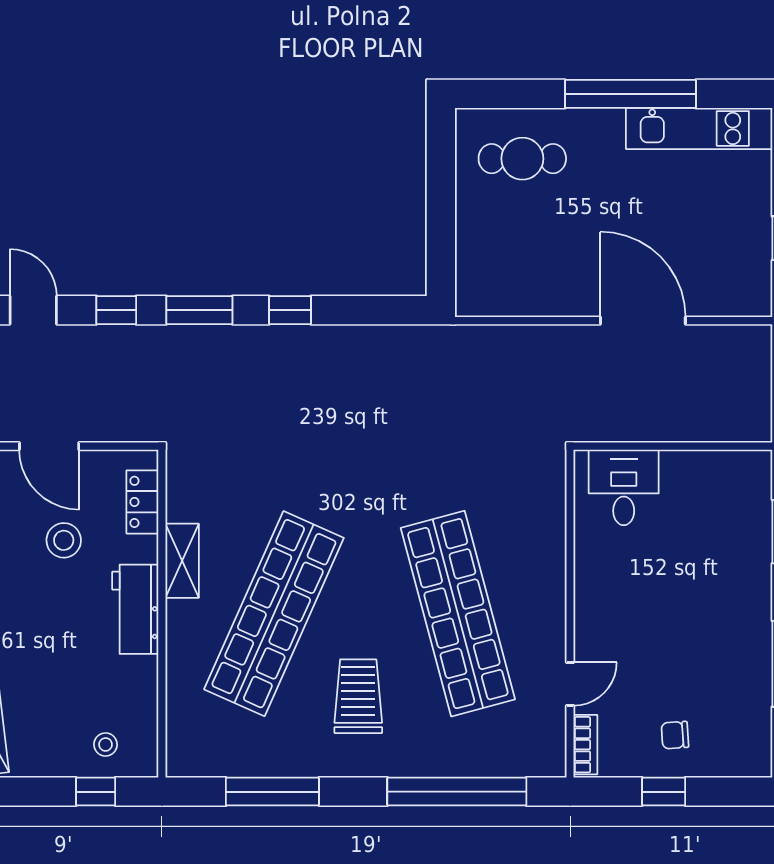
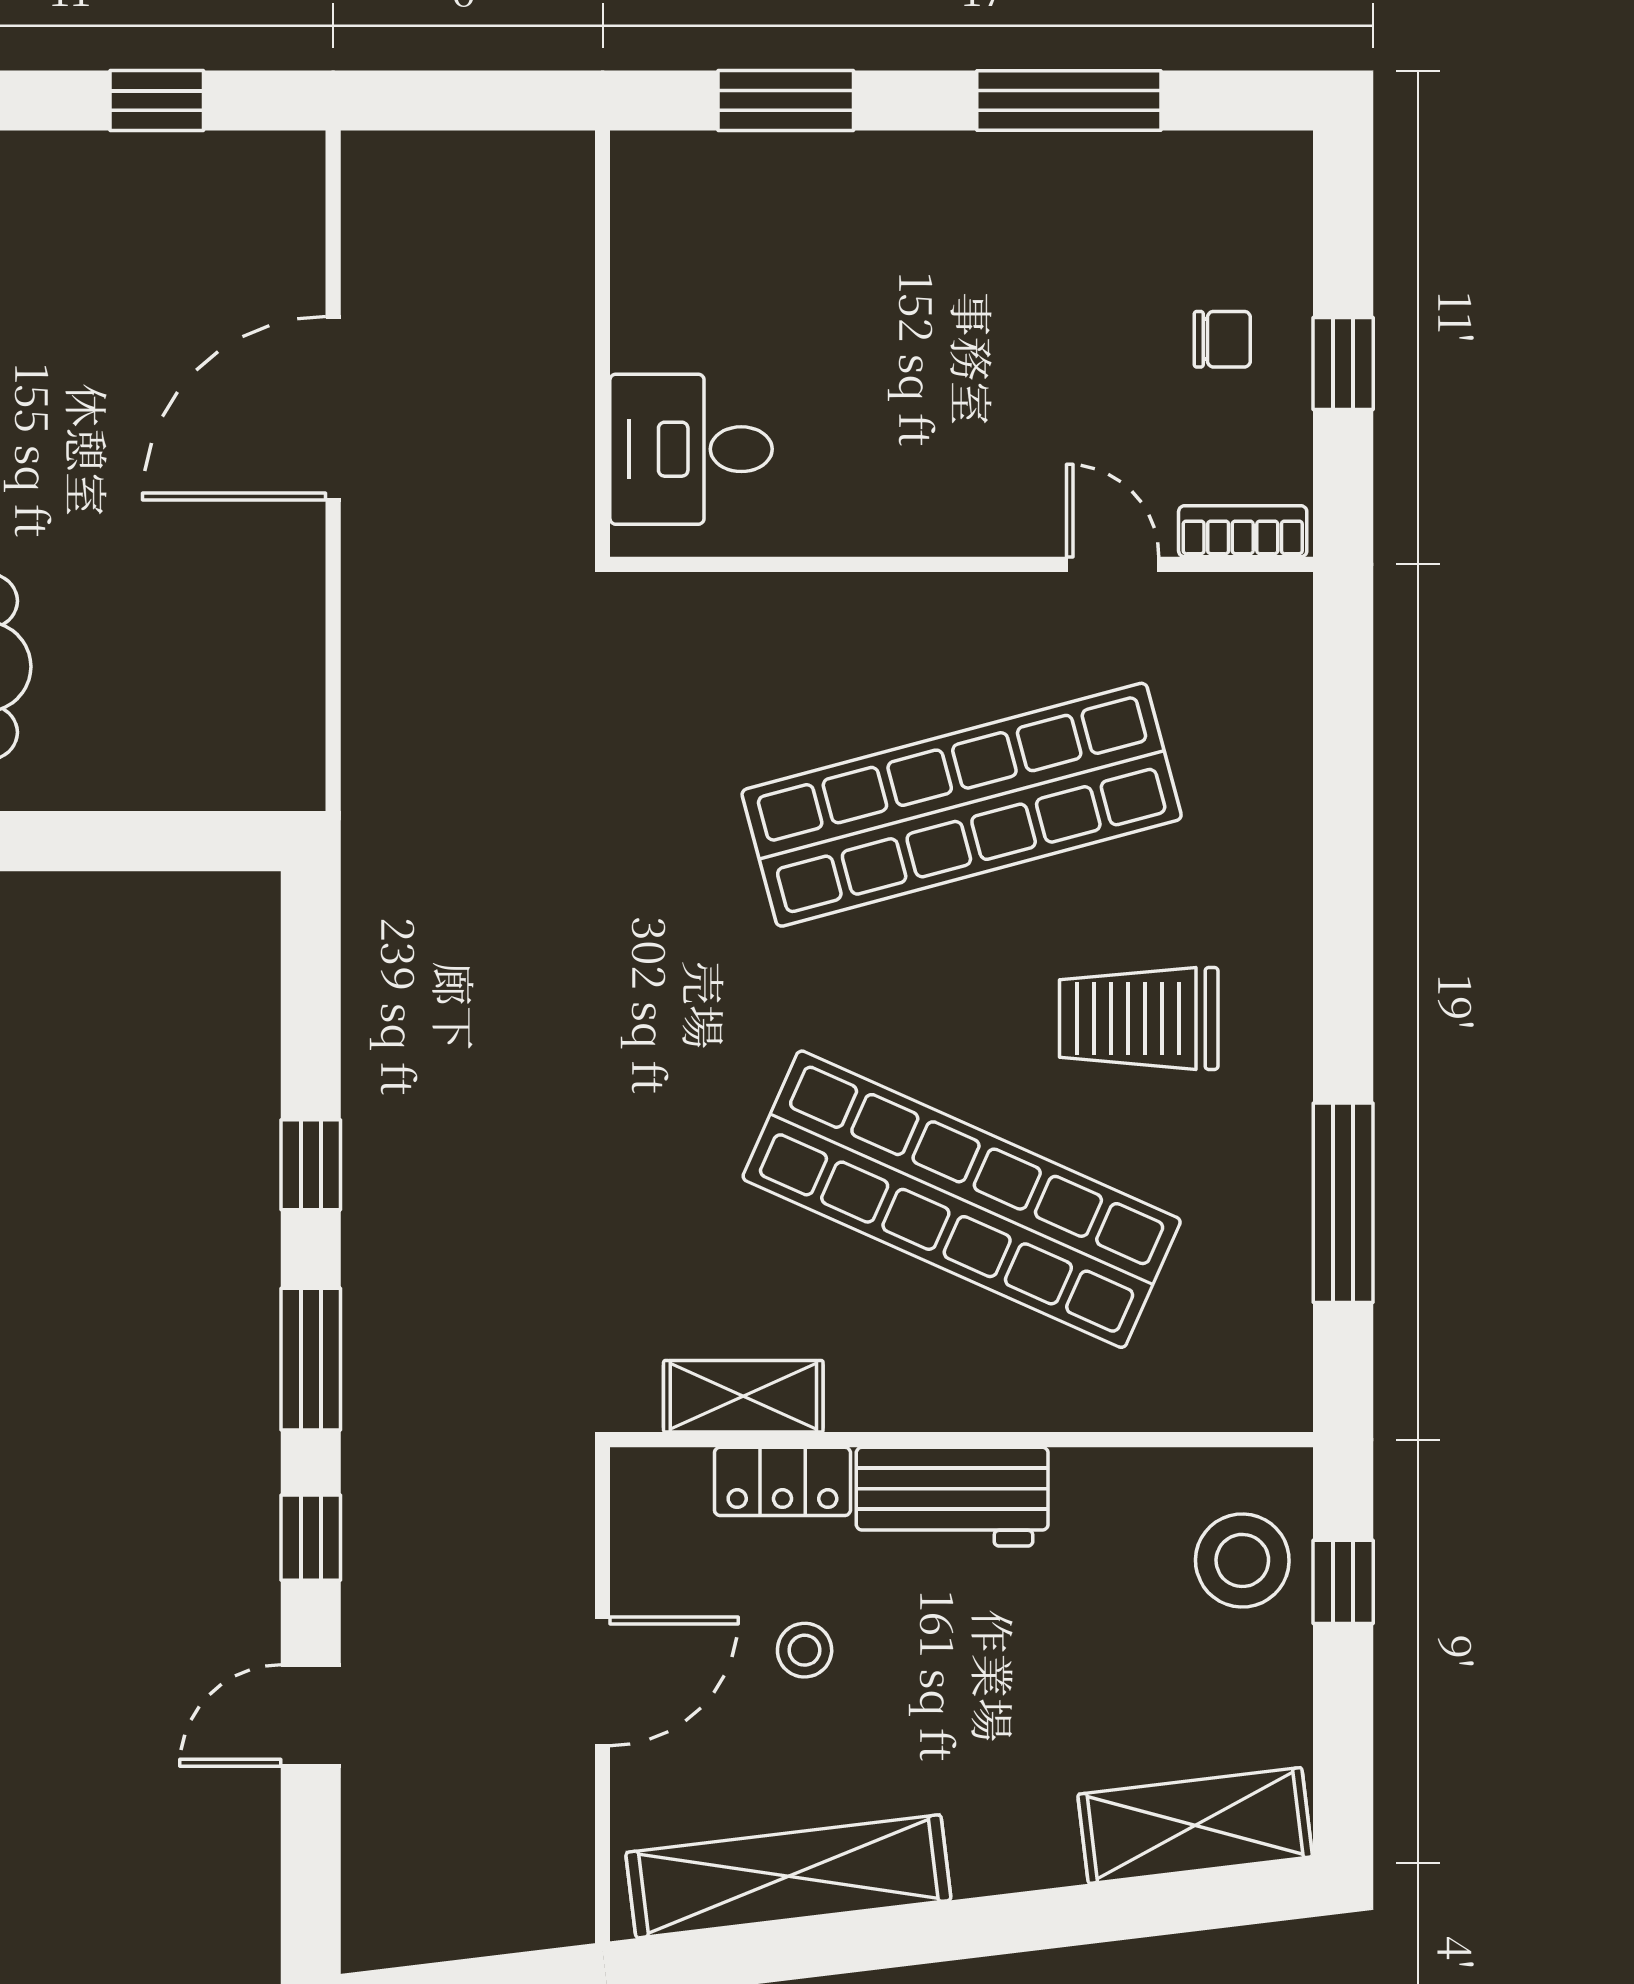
locker: (142, 502) -> (782, 1481), moved
stool: (64, 540) -> (805, 1650), width x0.73, depth x0.73
shelving: (182, 561) -> (743, 1396), moved
chair: (675, 735) -> (1222, 339), turned -86
stool: (106, 744) -> (1242, 1560), width x1.89, depth x1.89
window: (457, 792) -> (1343, 807), removed

